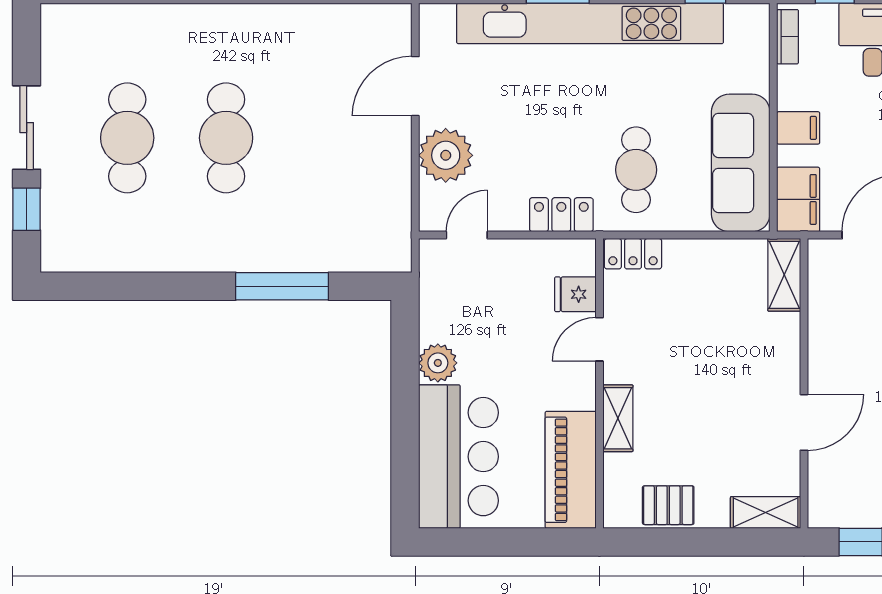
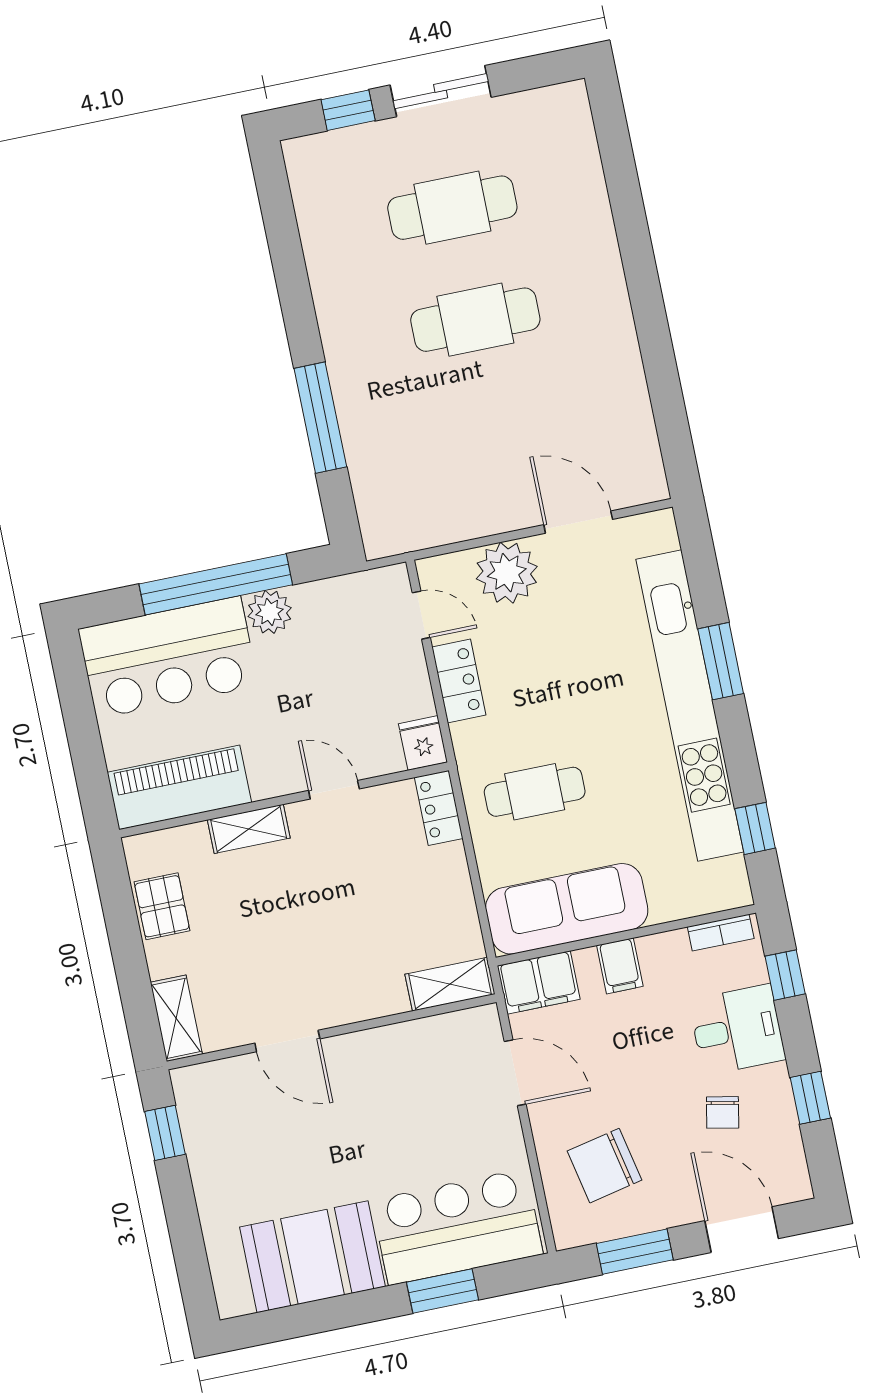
locker: (561, 215) -> (459, 681), moved
fridge: (575, 294) -> (423, 743), moved
window: (405, 404) -> (216, 584), added

